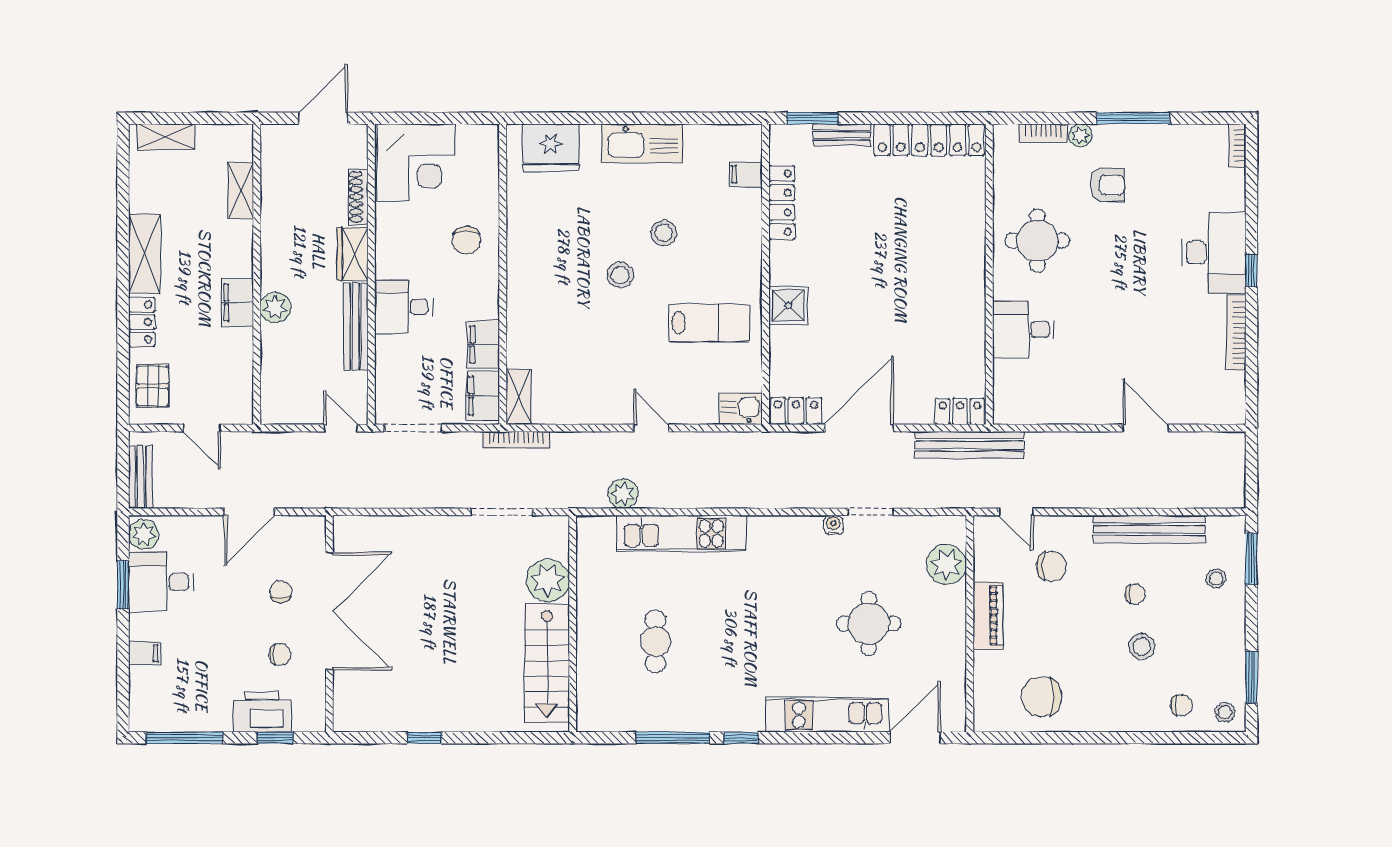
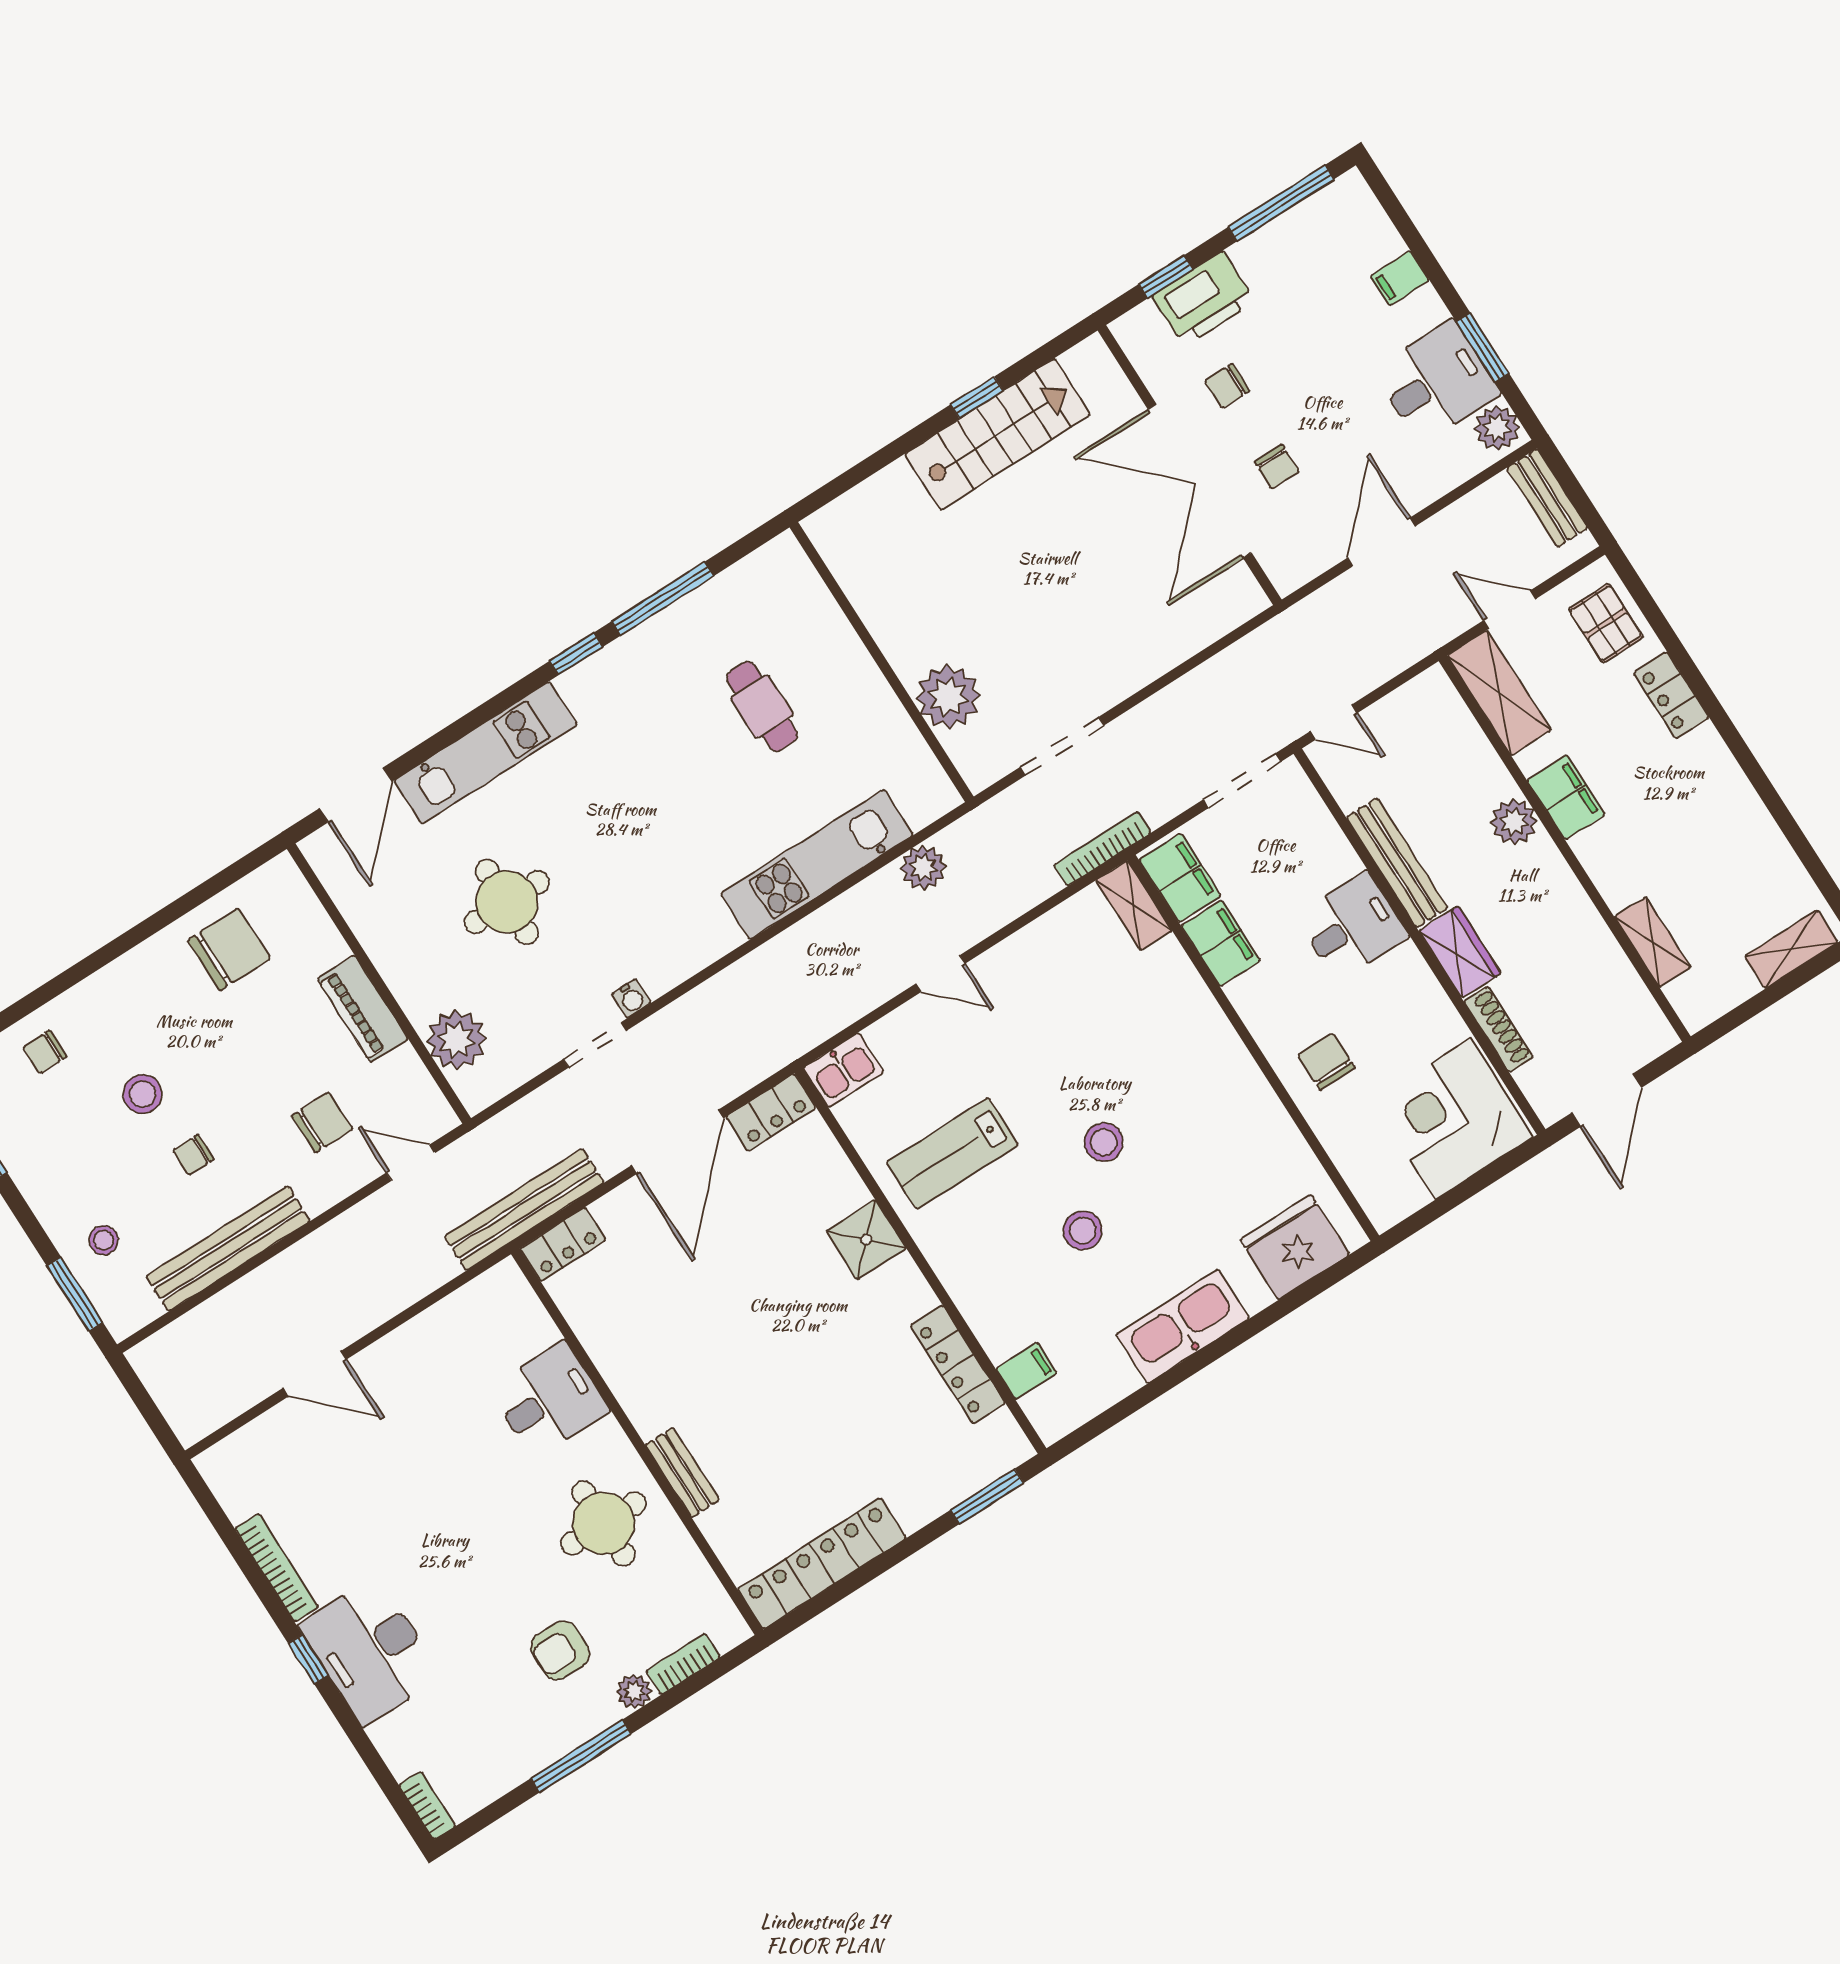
bench: (842, 135) -> (682, 1472), moved, turned 90
shelving: (144, 254) -> (1499, 693), moved
chair: (1051, 566) -> (322, 1122), turned 180
stairs: (547, 663) -> (998, 434), moved, turned 90

